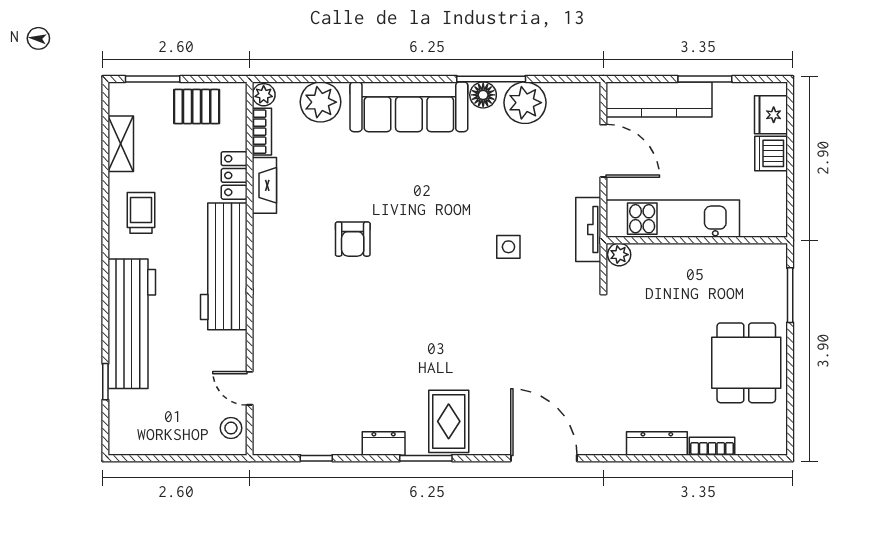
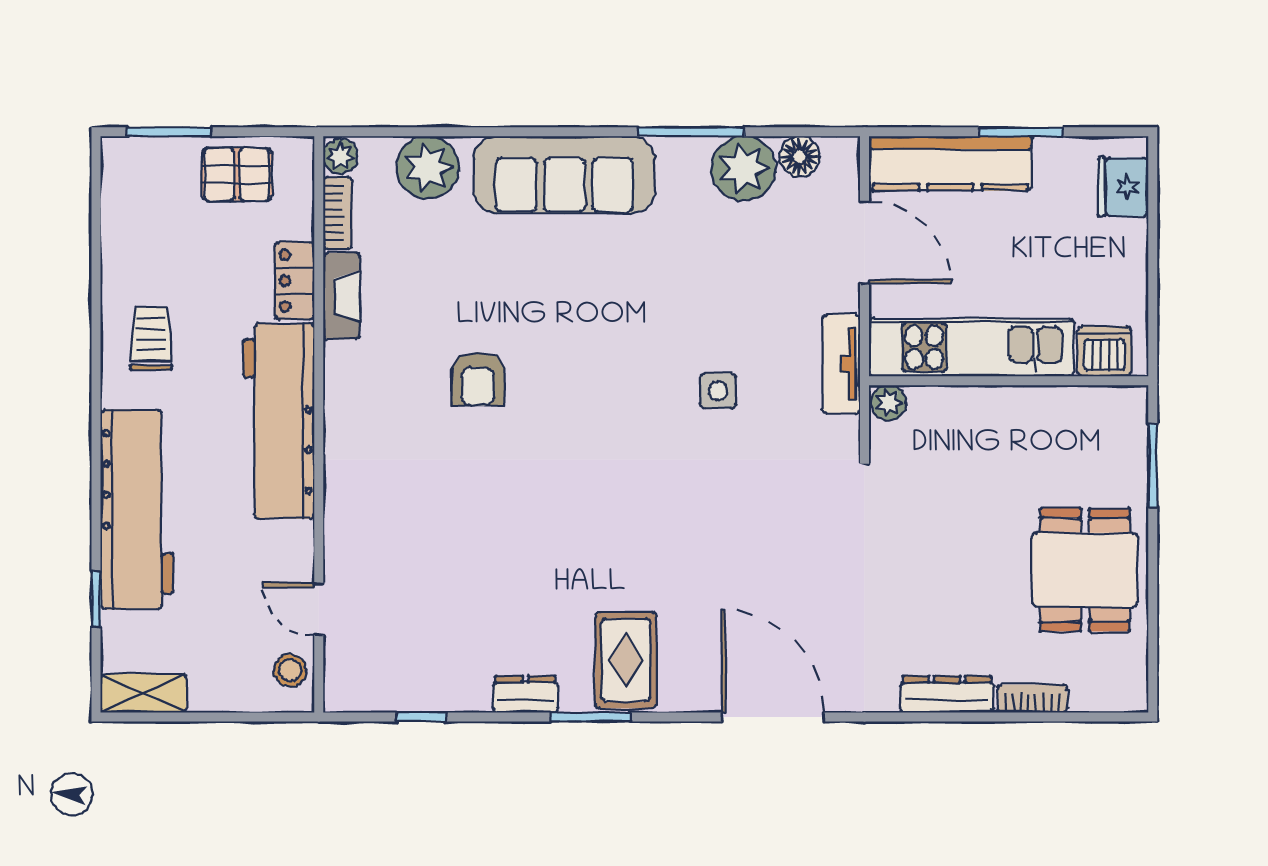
floor lamp: (483, 95) -> (800, 157), moved
shelving: (121, 144) -> (143, 693), moved, turned 90
dishwasher: (771, 153) -> (1105, 351), moved, turned 90

